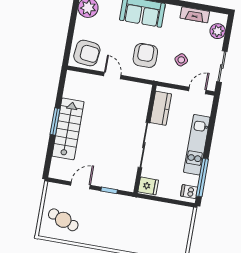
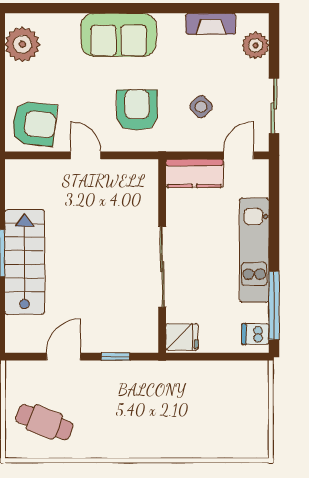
kitchen counter: (161, 108) -> (194, 173), moved, turned 90

